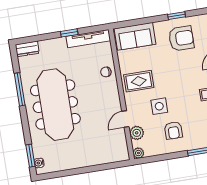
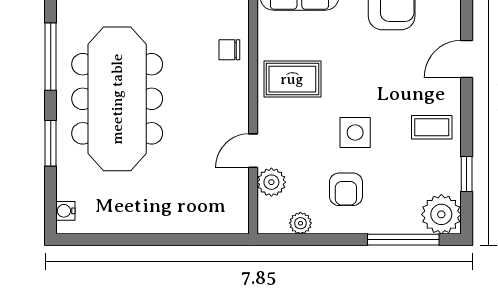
side table: (159, 106) -> (355, 133), moved
plant: (138, 153) -> (300, 223), moved
window: (30, 156) -> (51, 143), moved

